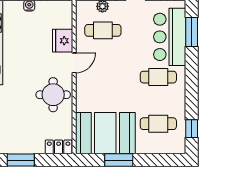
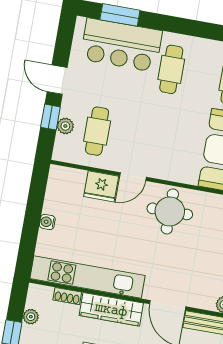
door: (74, 63) -> (133, 177), swing flipped

